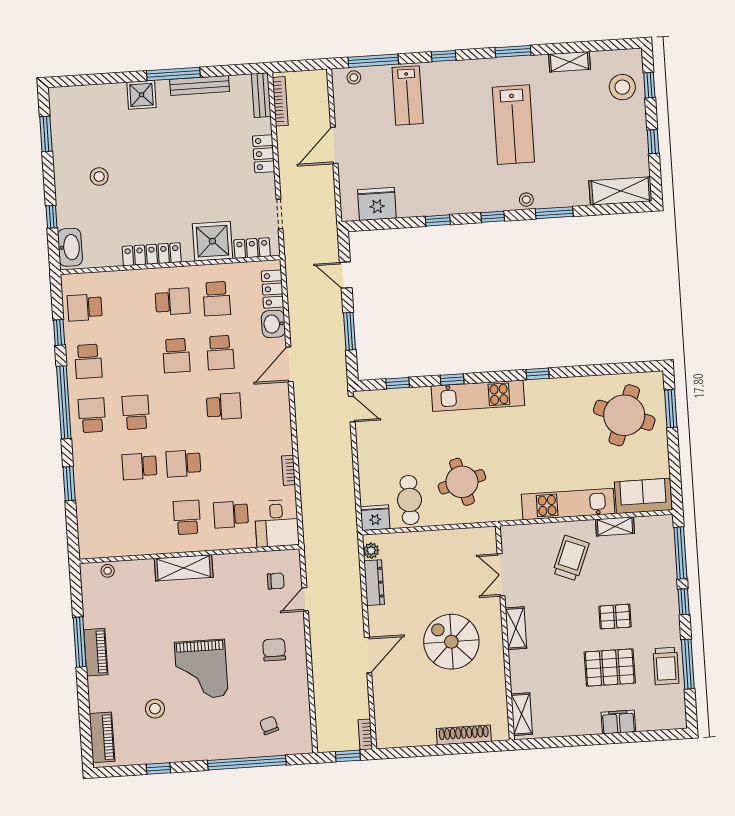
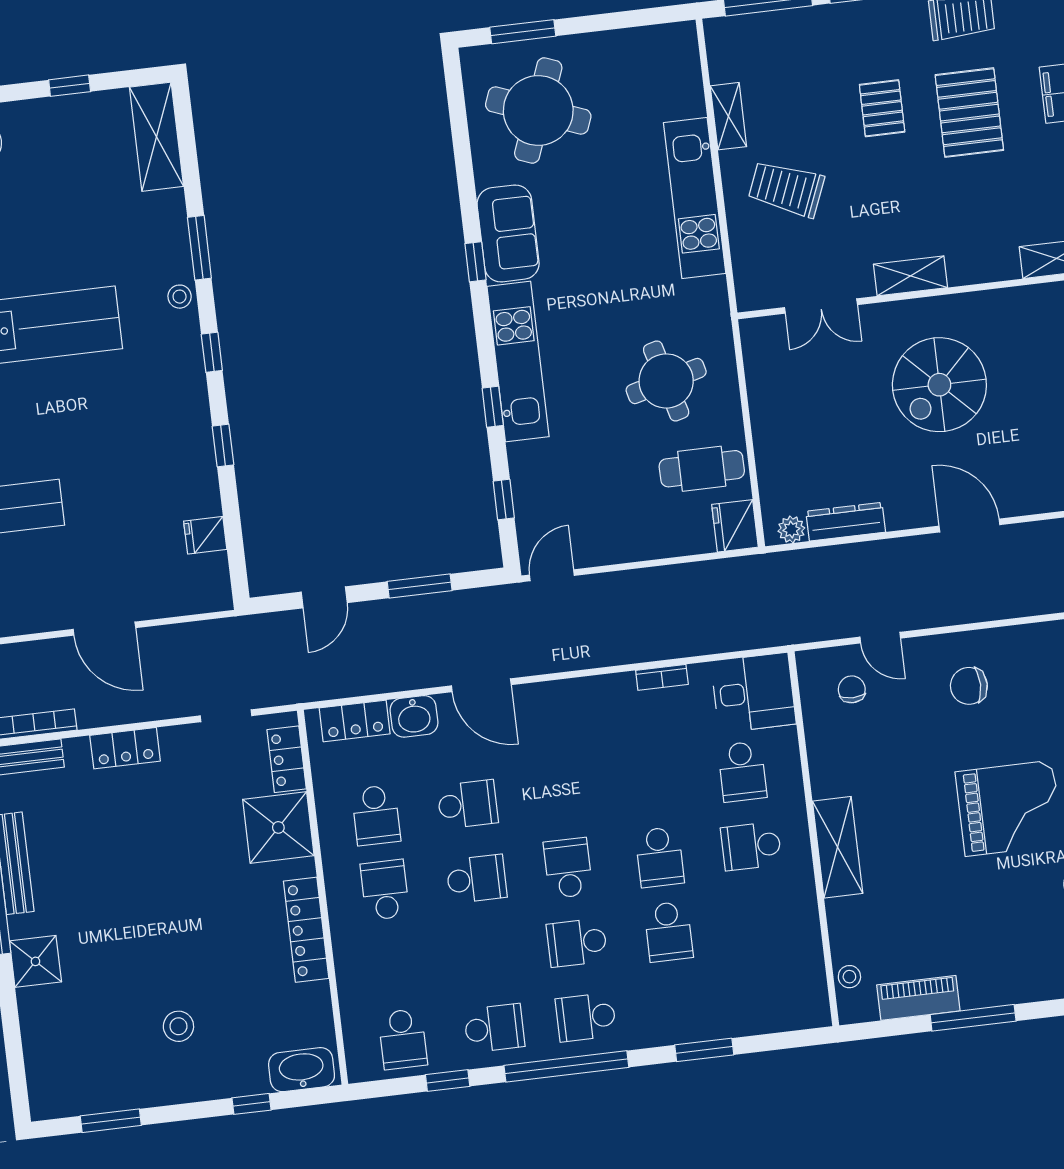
fridge: (377, 204) -> (205, 535), width x0.53, depth x0.75
school desk: (217, 299) -> (376, 815), turned 90
school desk: (224, 407) -> (568, 868), moved
sofa: (643, 496) -> (508, 233), moved, turned 180
piano: (96, 652) -> (918, 998), moved

